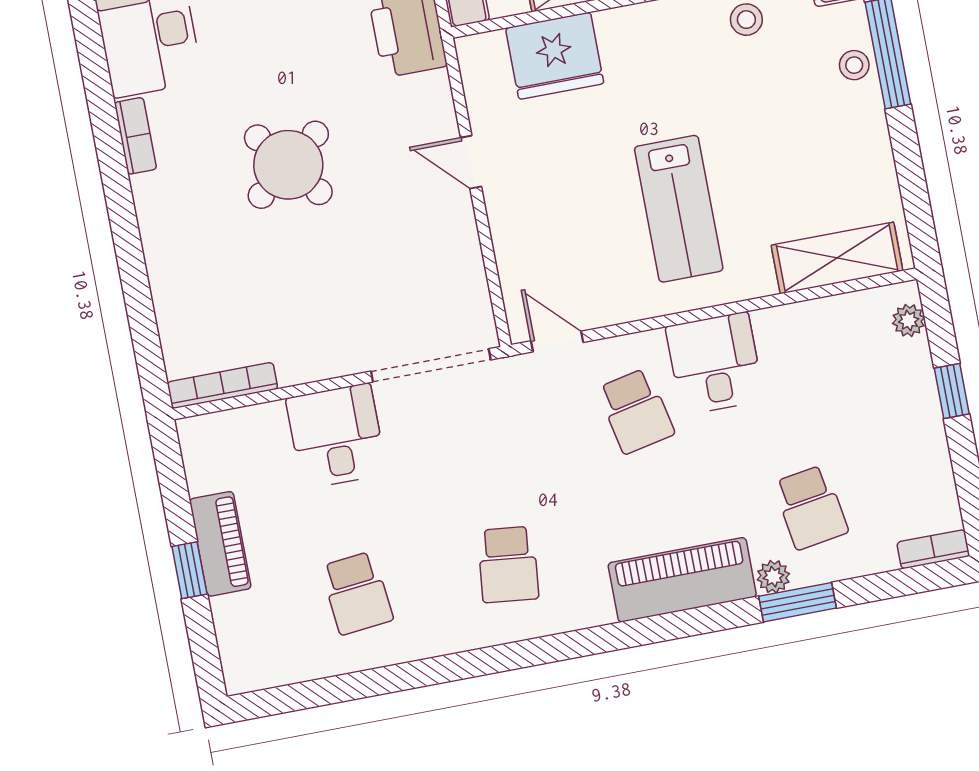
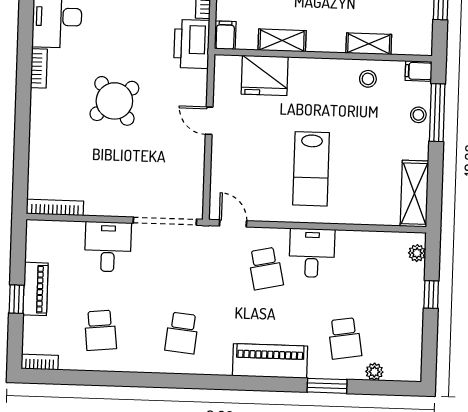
shelving: (837, 258) -> (414, 194), moved, turned 90
bookcase: (933, 549) -> (40, 362), moved
plant: (773, 577) -> (374, 372), moved

